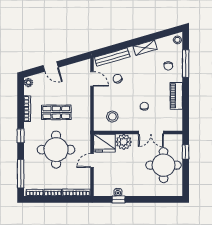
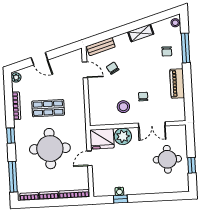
bench: (112, 57) -> (101, 47), width x0.73
stool: (112, 116) -> (123, 107), moved
window: (186, 152) -> (192, 165), moved
round table: (164, 165) -> (167, 159), width x0.73, depth x0.73

